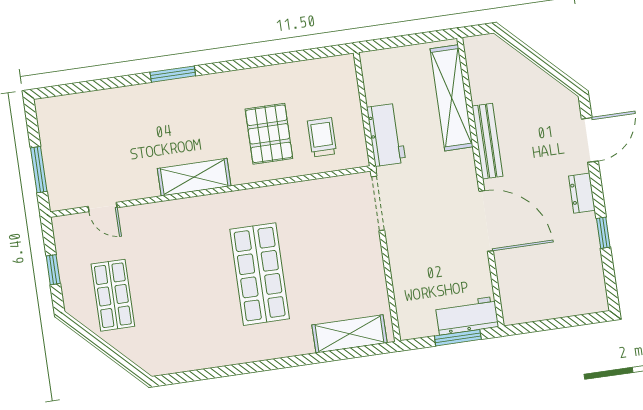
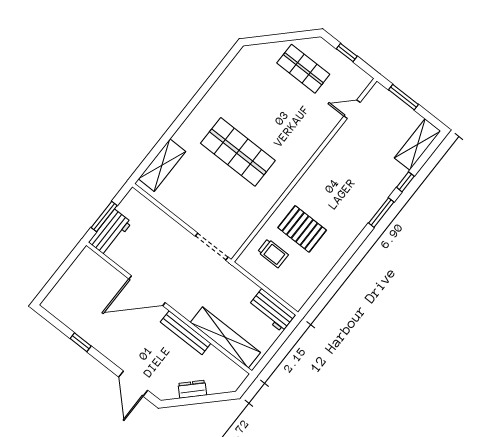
window: (119, 82) -> (405, 182), added
workbench: (386, 135) -> (272, 310), moved
shelving: (194, 177) -> (418, 145), moved
dresser: (582, 193) -> (192, 389), moved, turned -45

